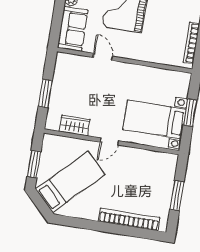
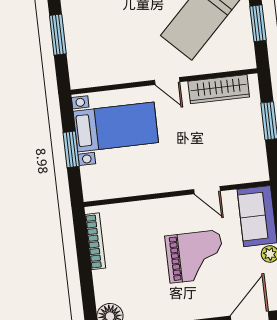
wardrobe: (75, 126) -> (219, 89), width x1.50
door: (109, 141) -> (167, 81), swing flipped

